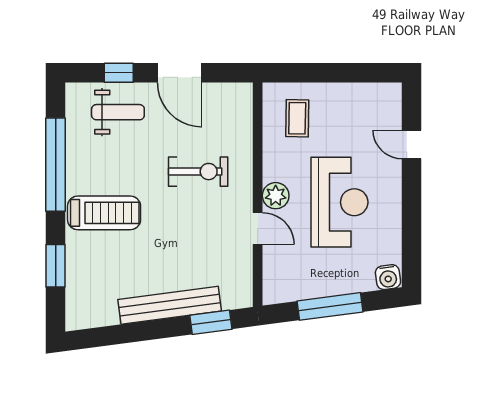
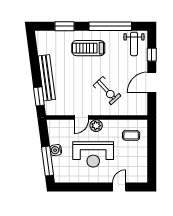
weight bench: (118, 112) -> (134, 44), moved
exercise bike: (198, 172) -> (107, 91), turned -43
treadmill: (104, 213) -> (88, 48), turned 90
water cooler: (388, 277) -> (56, 150), moved
window: (330, 306) -> (48, 161), moved

